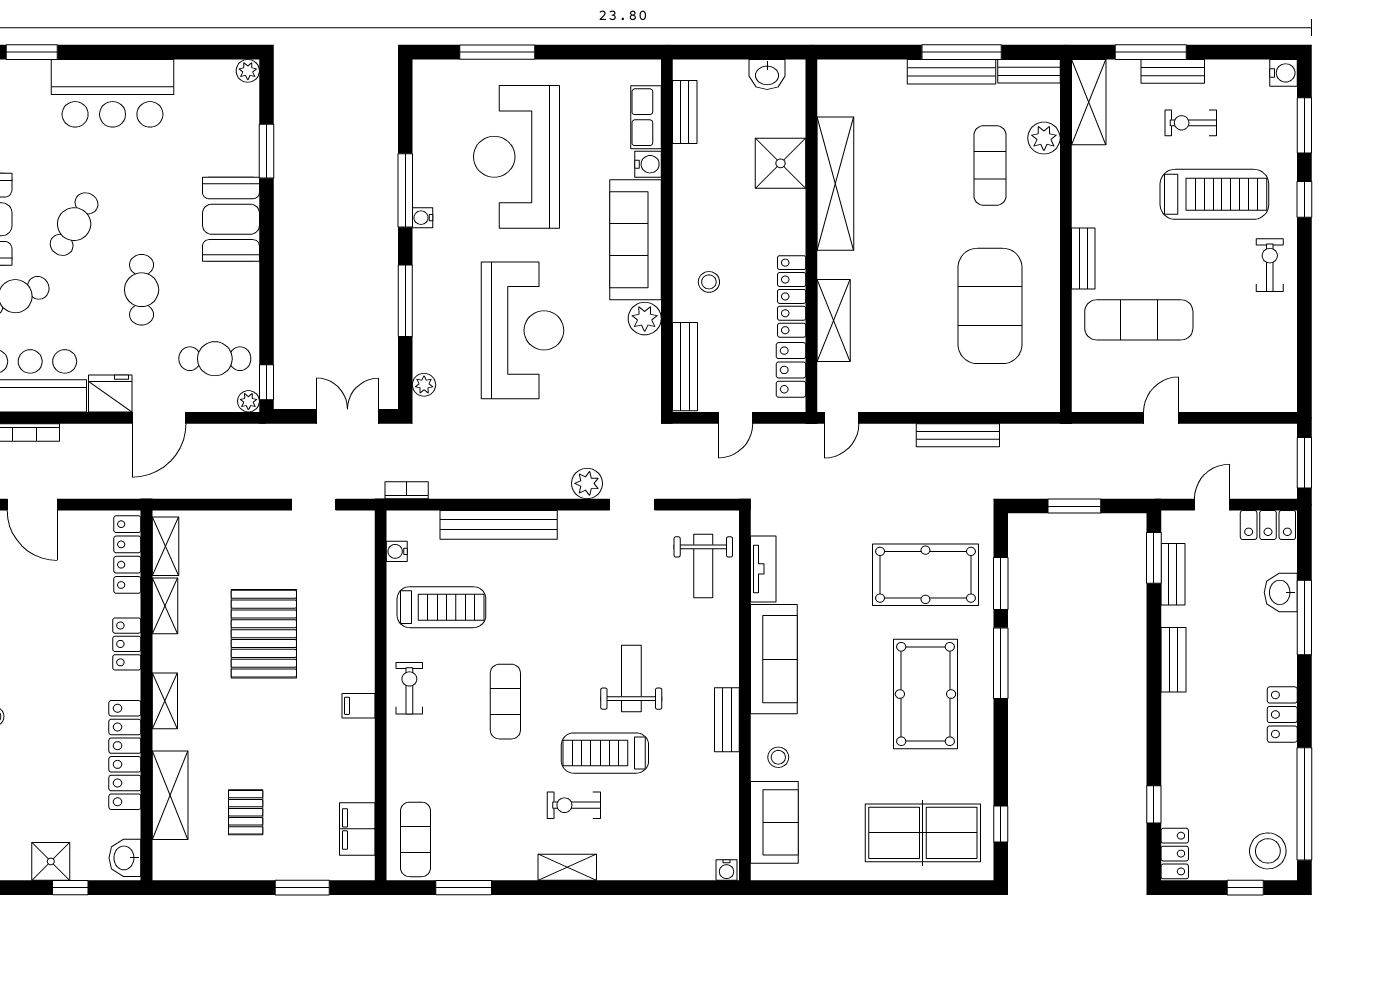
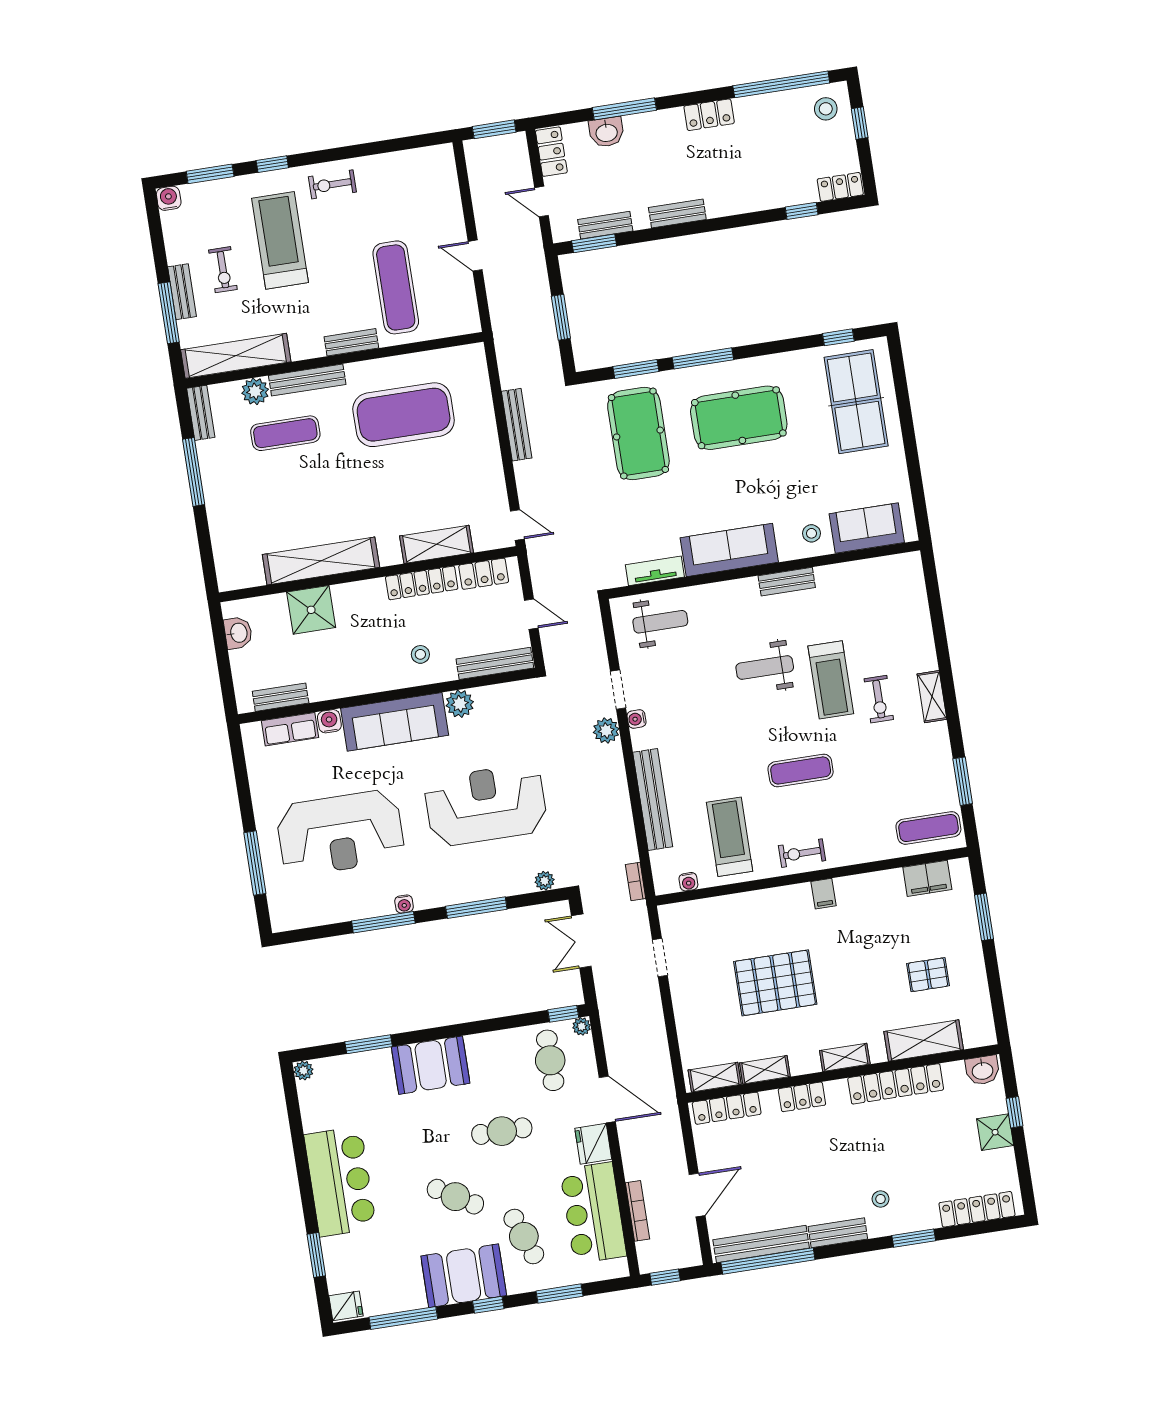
bench: (951, 72) -> (307, 380), moved, turned 90
shelving: (1089, 102) -> (236, 356), width x1.47
stool: (1268, 851) -> (826, 109), width x0.73, depth x0.73
water cooler: (727, 870) -> (637, 719), moved, turned 180

